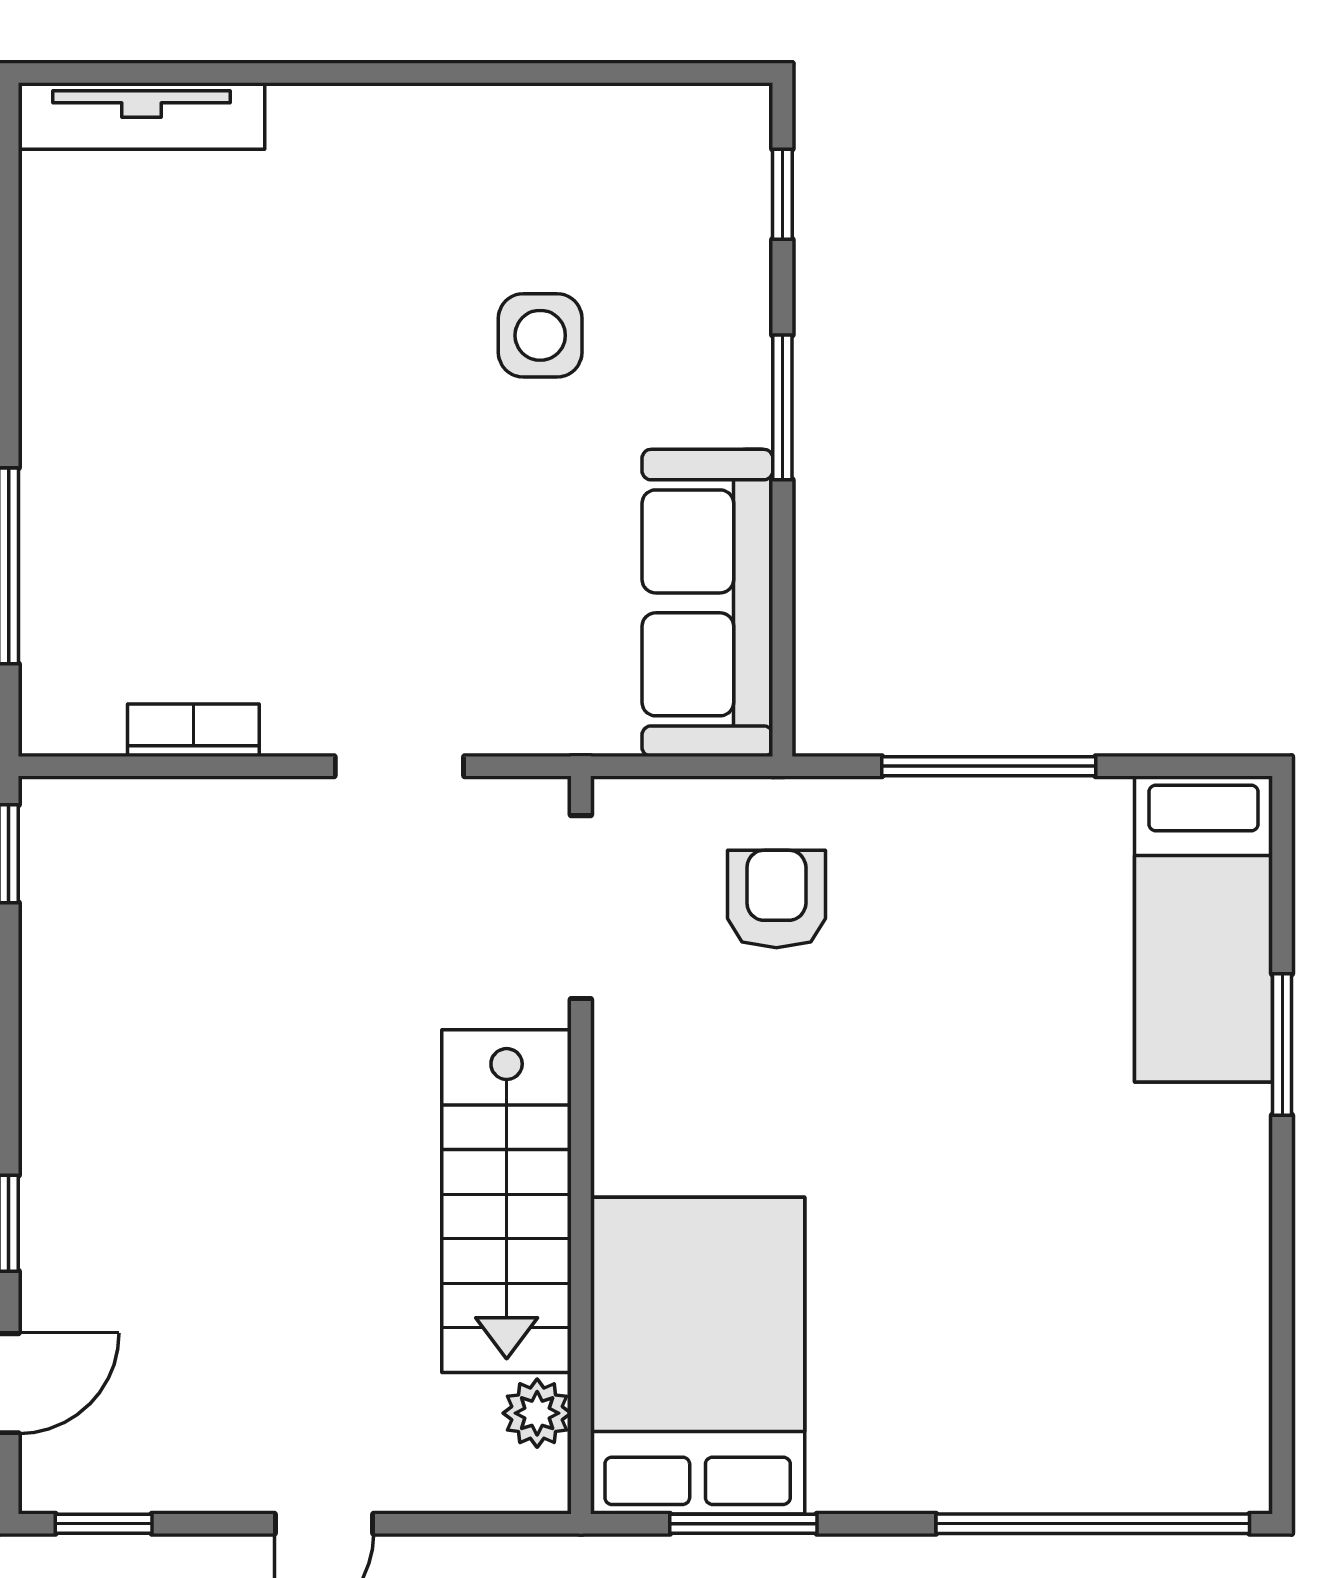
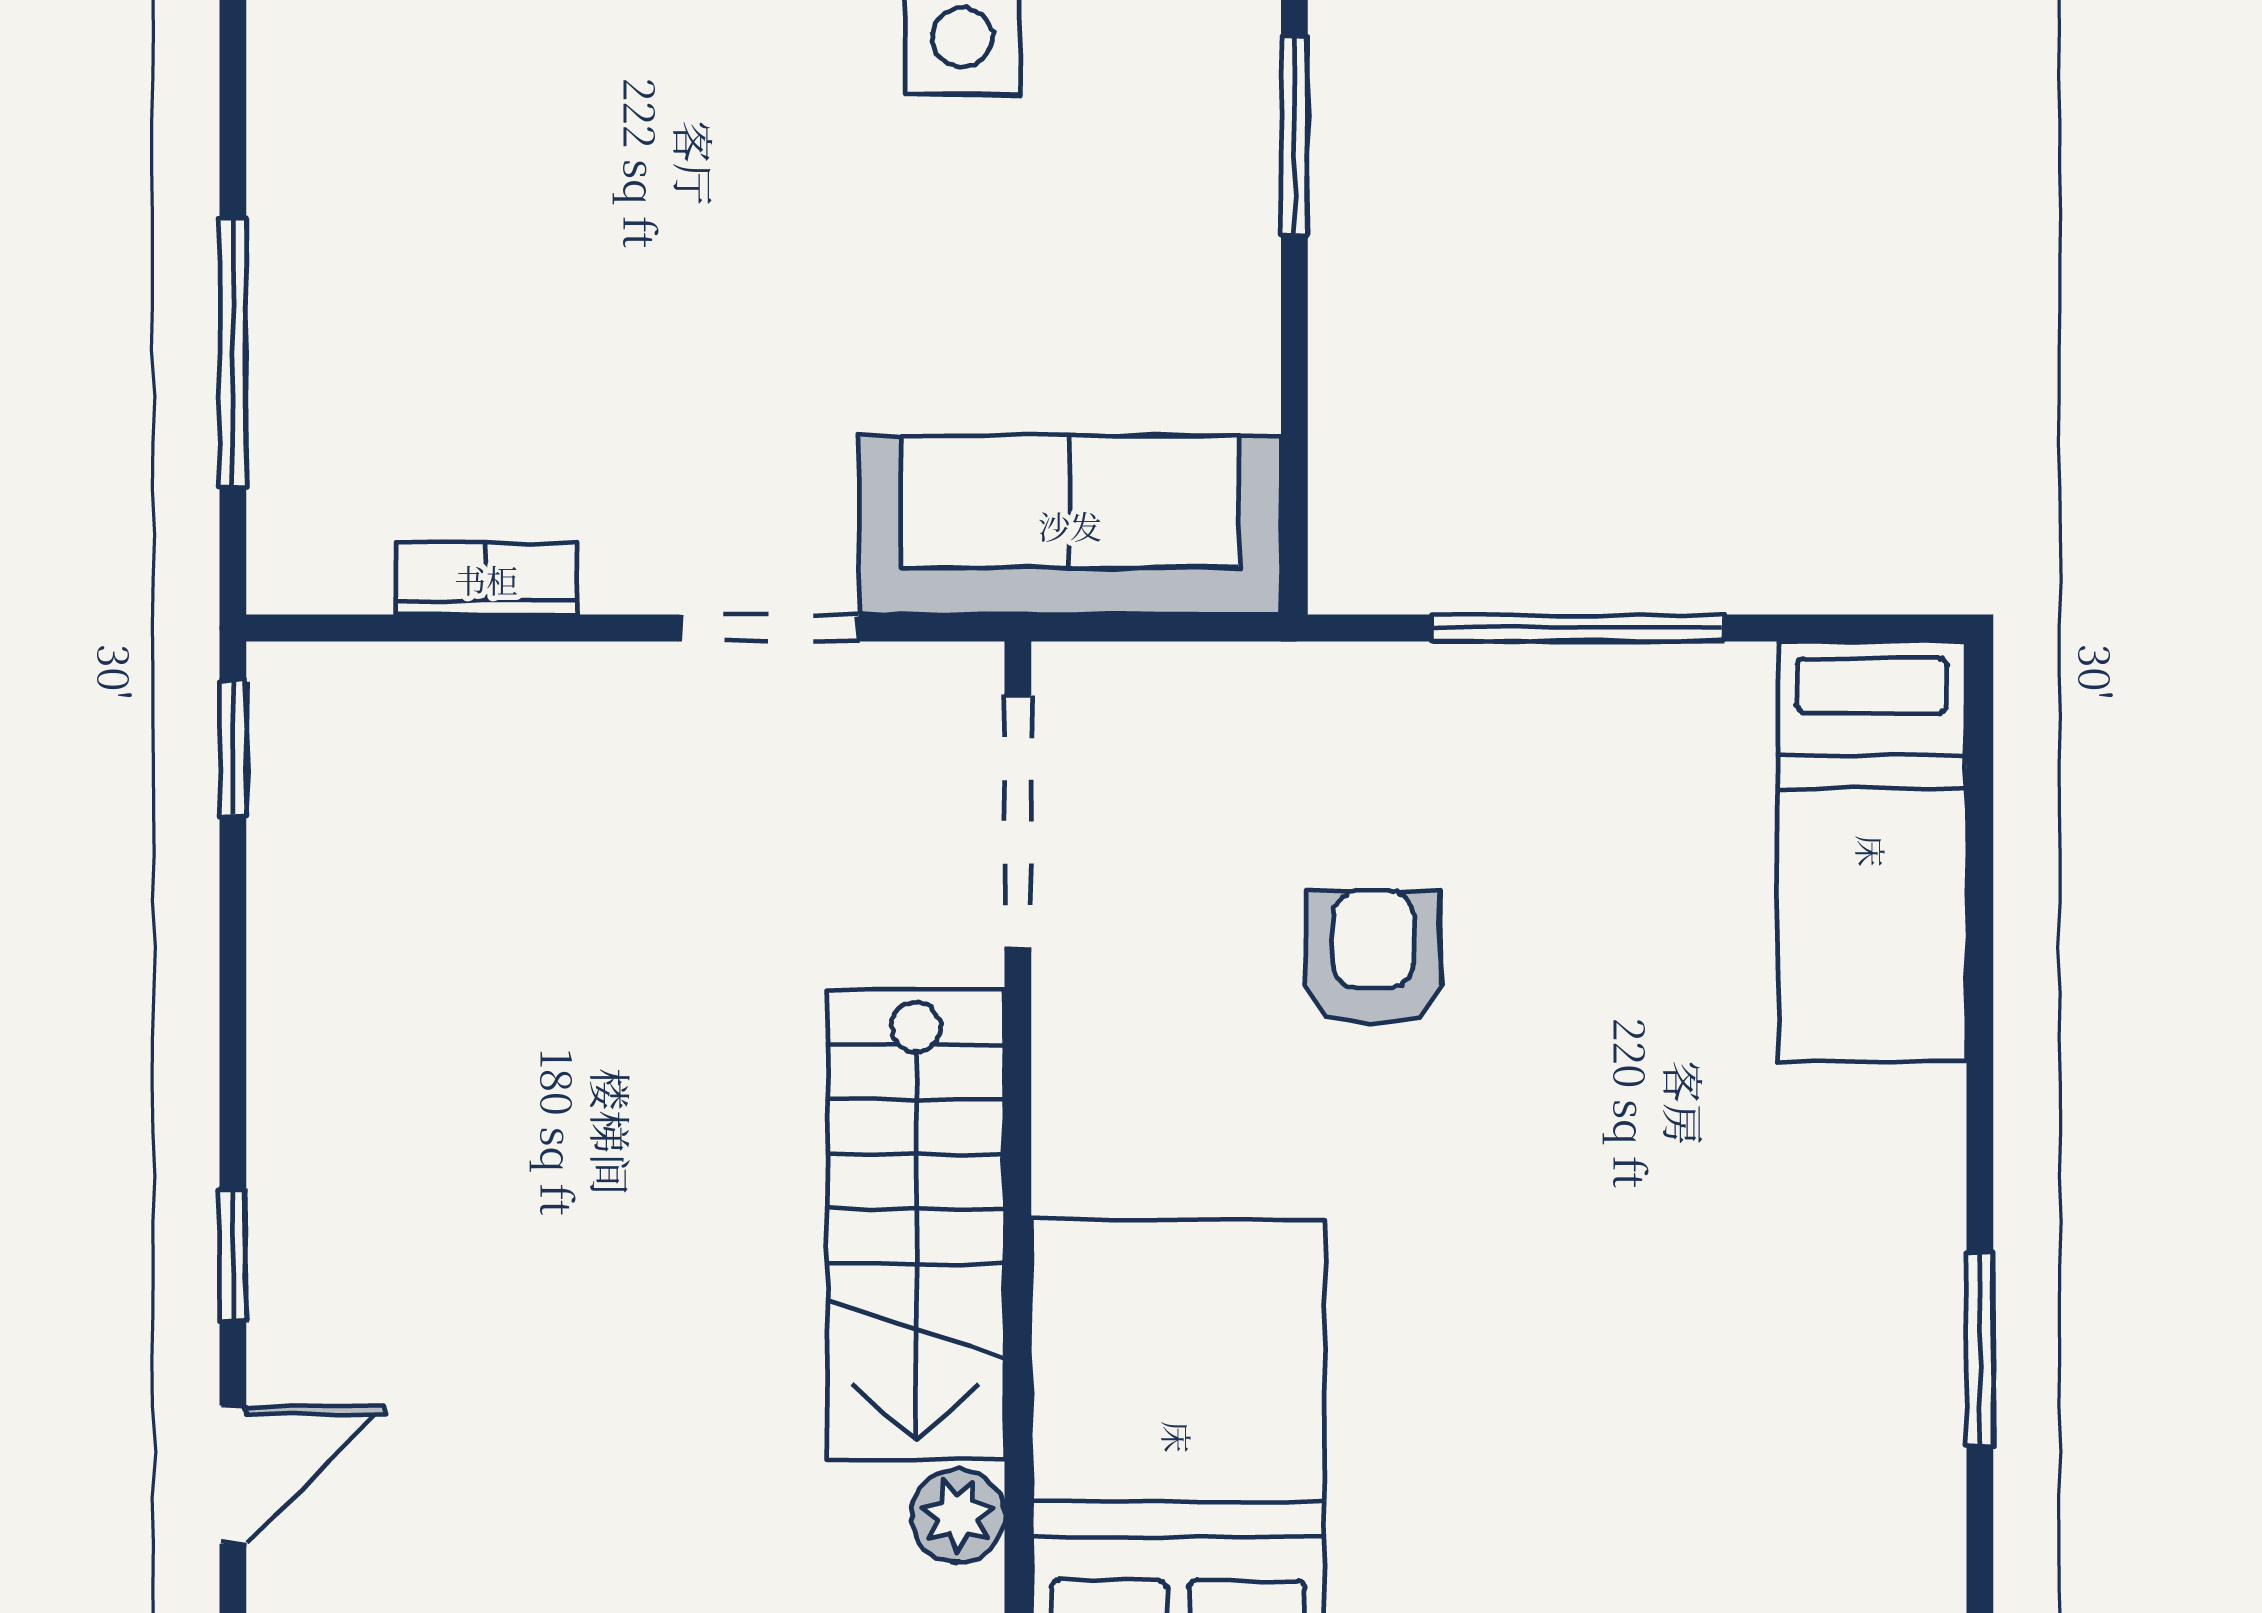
sofa: (707, 603) -> (1070, 525), moved, turned 90
armchair: (776, 899) -> (1373, 958), moved
window: (1282, 1045) -> (1980, 1349), moved

